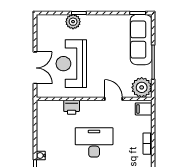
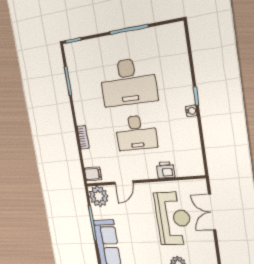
door: (114, 99) -> (124, 182), hinge flipped

